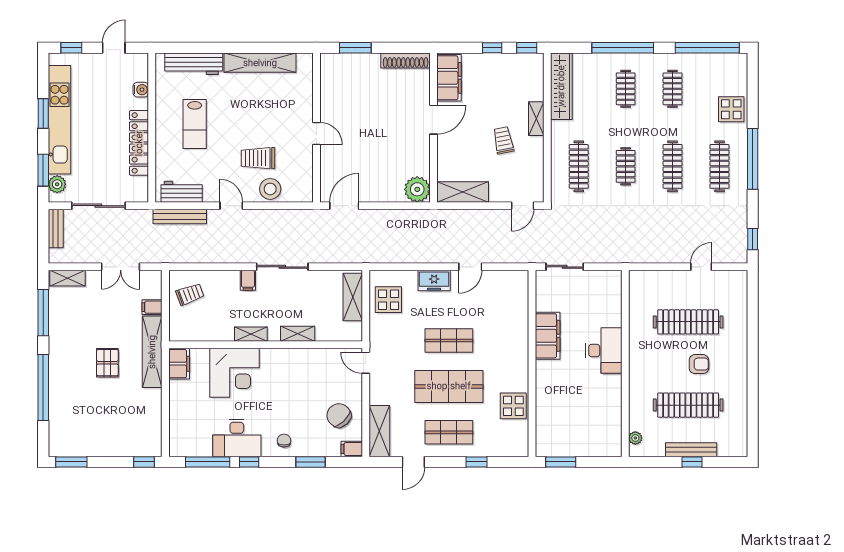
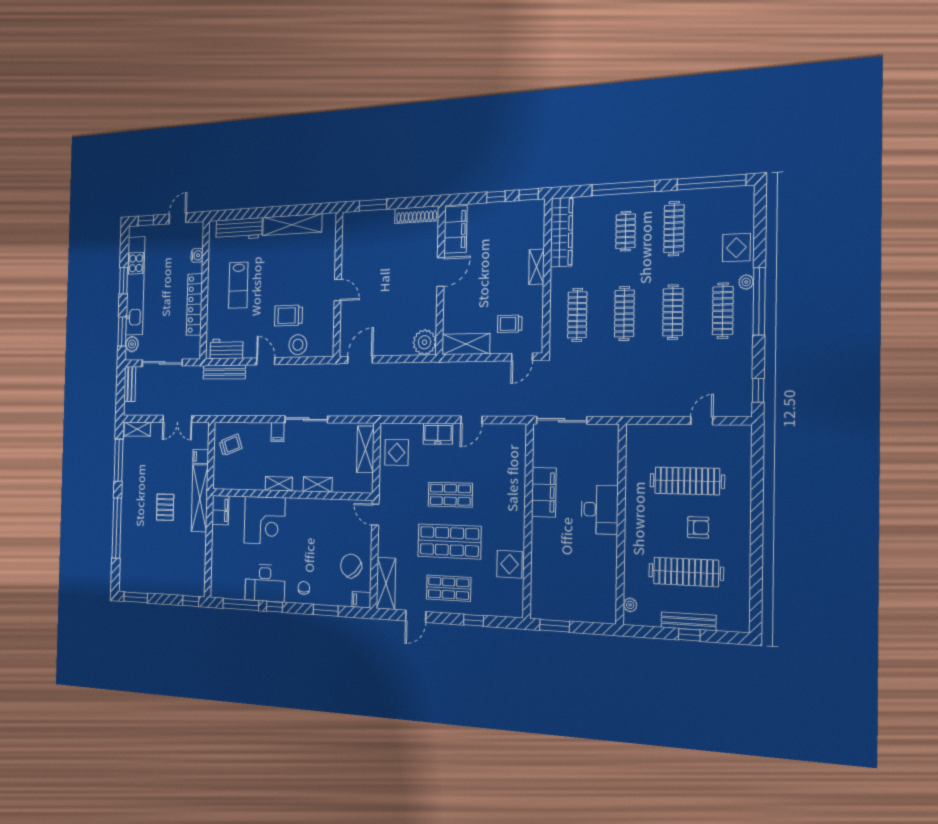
clothes rail: (673, 89) -> (674, 229), width x1.36
trolley: (503, 140) -> (510, 324), moved, turned -79
plant: (741, 141) -> (746, 282), added
clothes rail: (626, 166) -> (624, 314), width x1.36
sliding door: (565, 267) -> (562, 420), width x1.37

